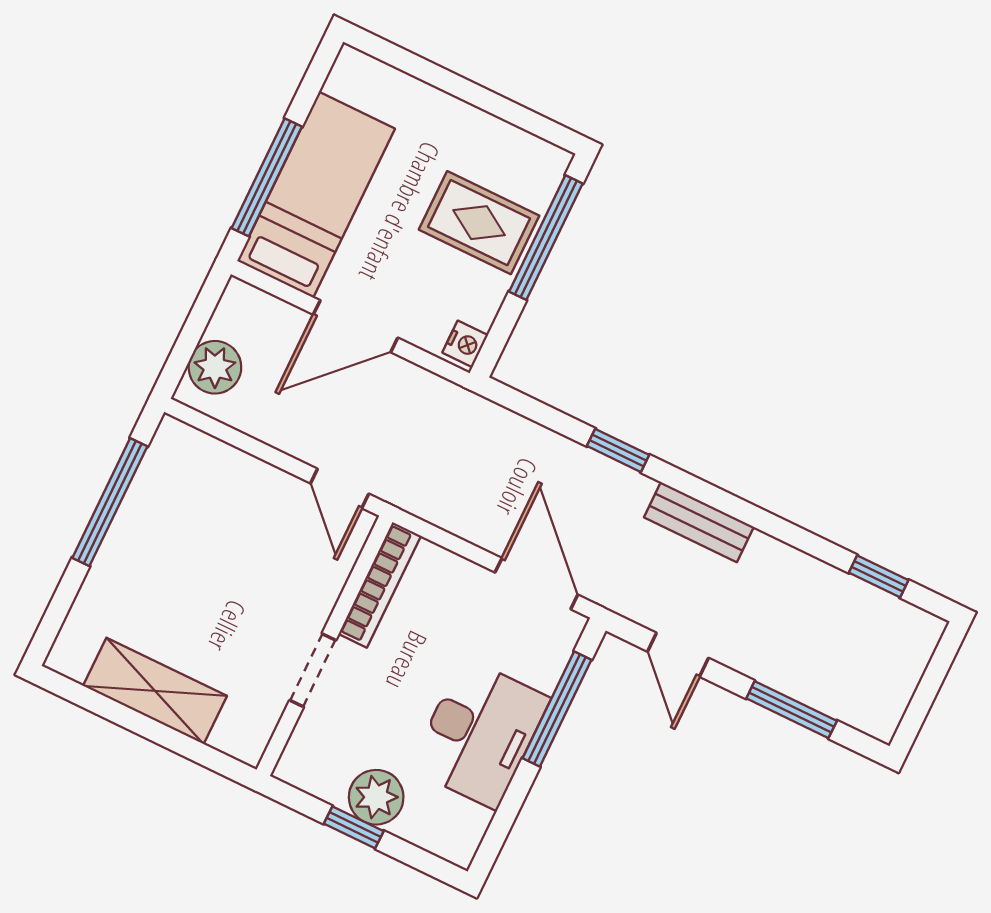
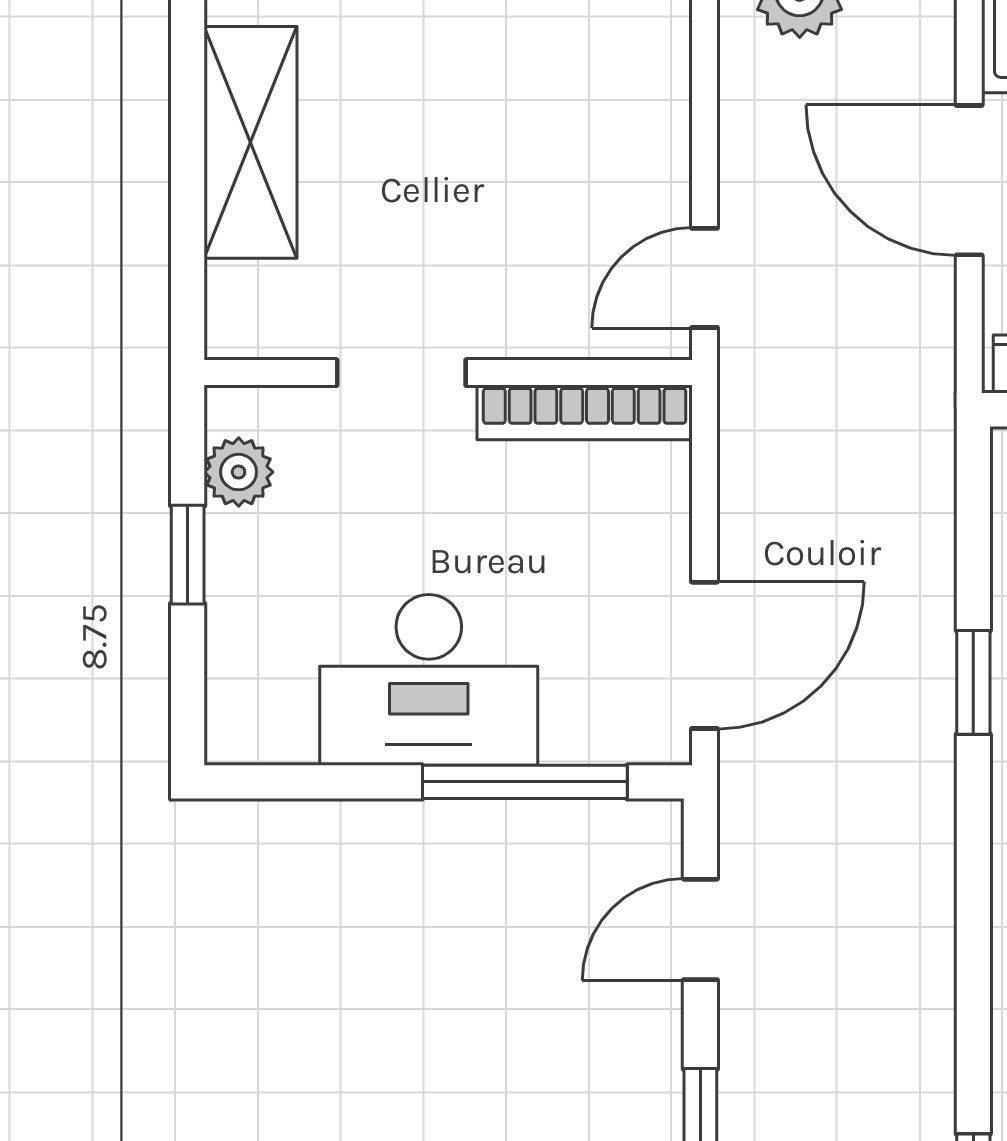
bench: (699, 522) -> (923, 862), removed
plant: (376, 797) -> (239, 472), moved, width x0.73, depth x0.73

